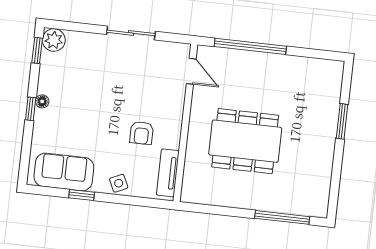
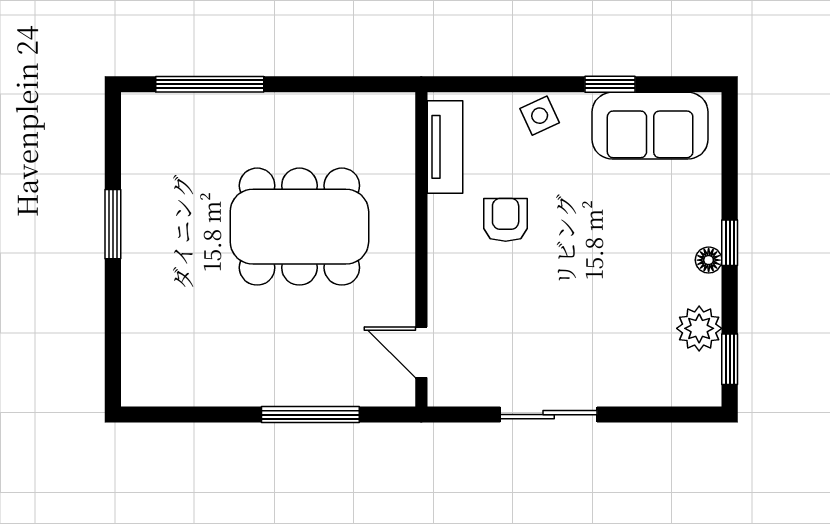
plant: (54, 40) -> (699, 328), moved
window: (250, 46) -> (310, 415), width x0.68
window: (342, 121) -> (113, 224), moved

